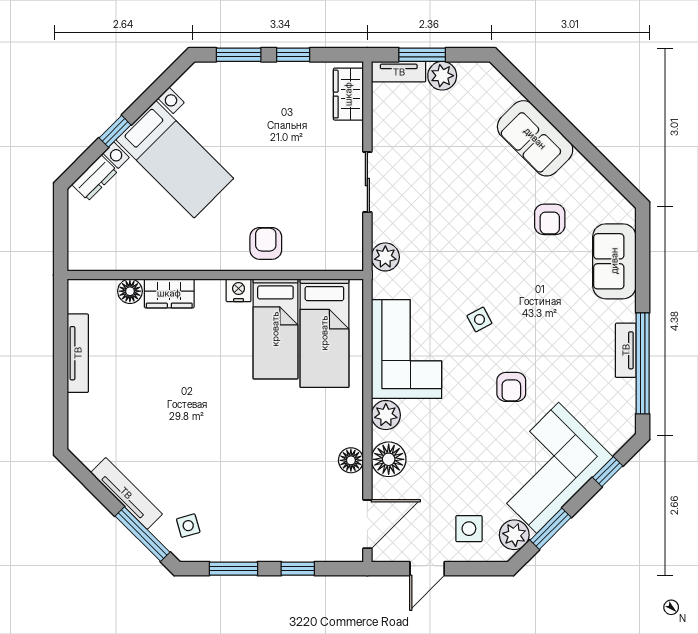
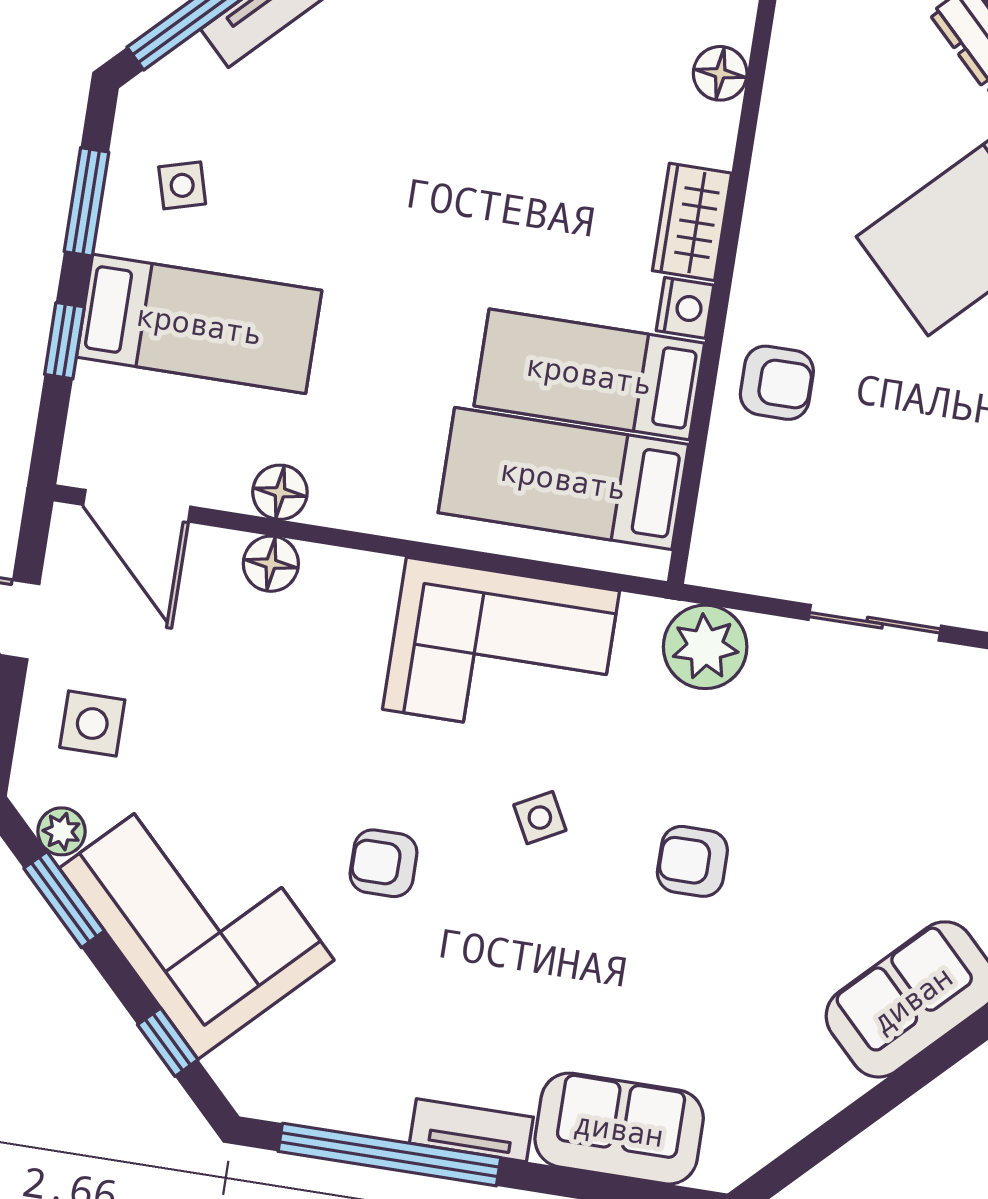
armchair: (550, 219) -> (692, 861), moved
plant: (385, 257) -> (705, 647), width x1.36, depth x1.36
wardrobe: (169, 293) -> (692, 222), moved
tv unit: (626, 350) -> (471, 1130), moved
plant: (386, 415) -> (366, 583), removed
floor lamp: (389, 459) -> (271, 564), width x0.73, depth x0.73
bed: (281, 509) -> (199, 324), added
side table: (188, 526) -> (182, 185), moved
plant: (514, 535) -> (62, 831), width x0.73, depth x0.73

